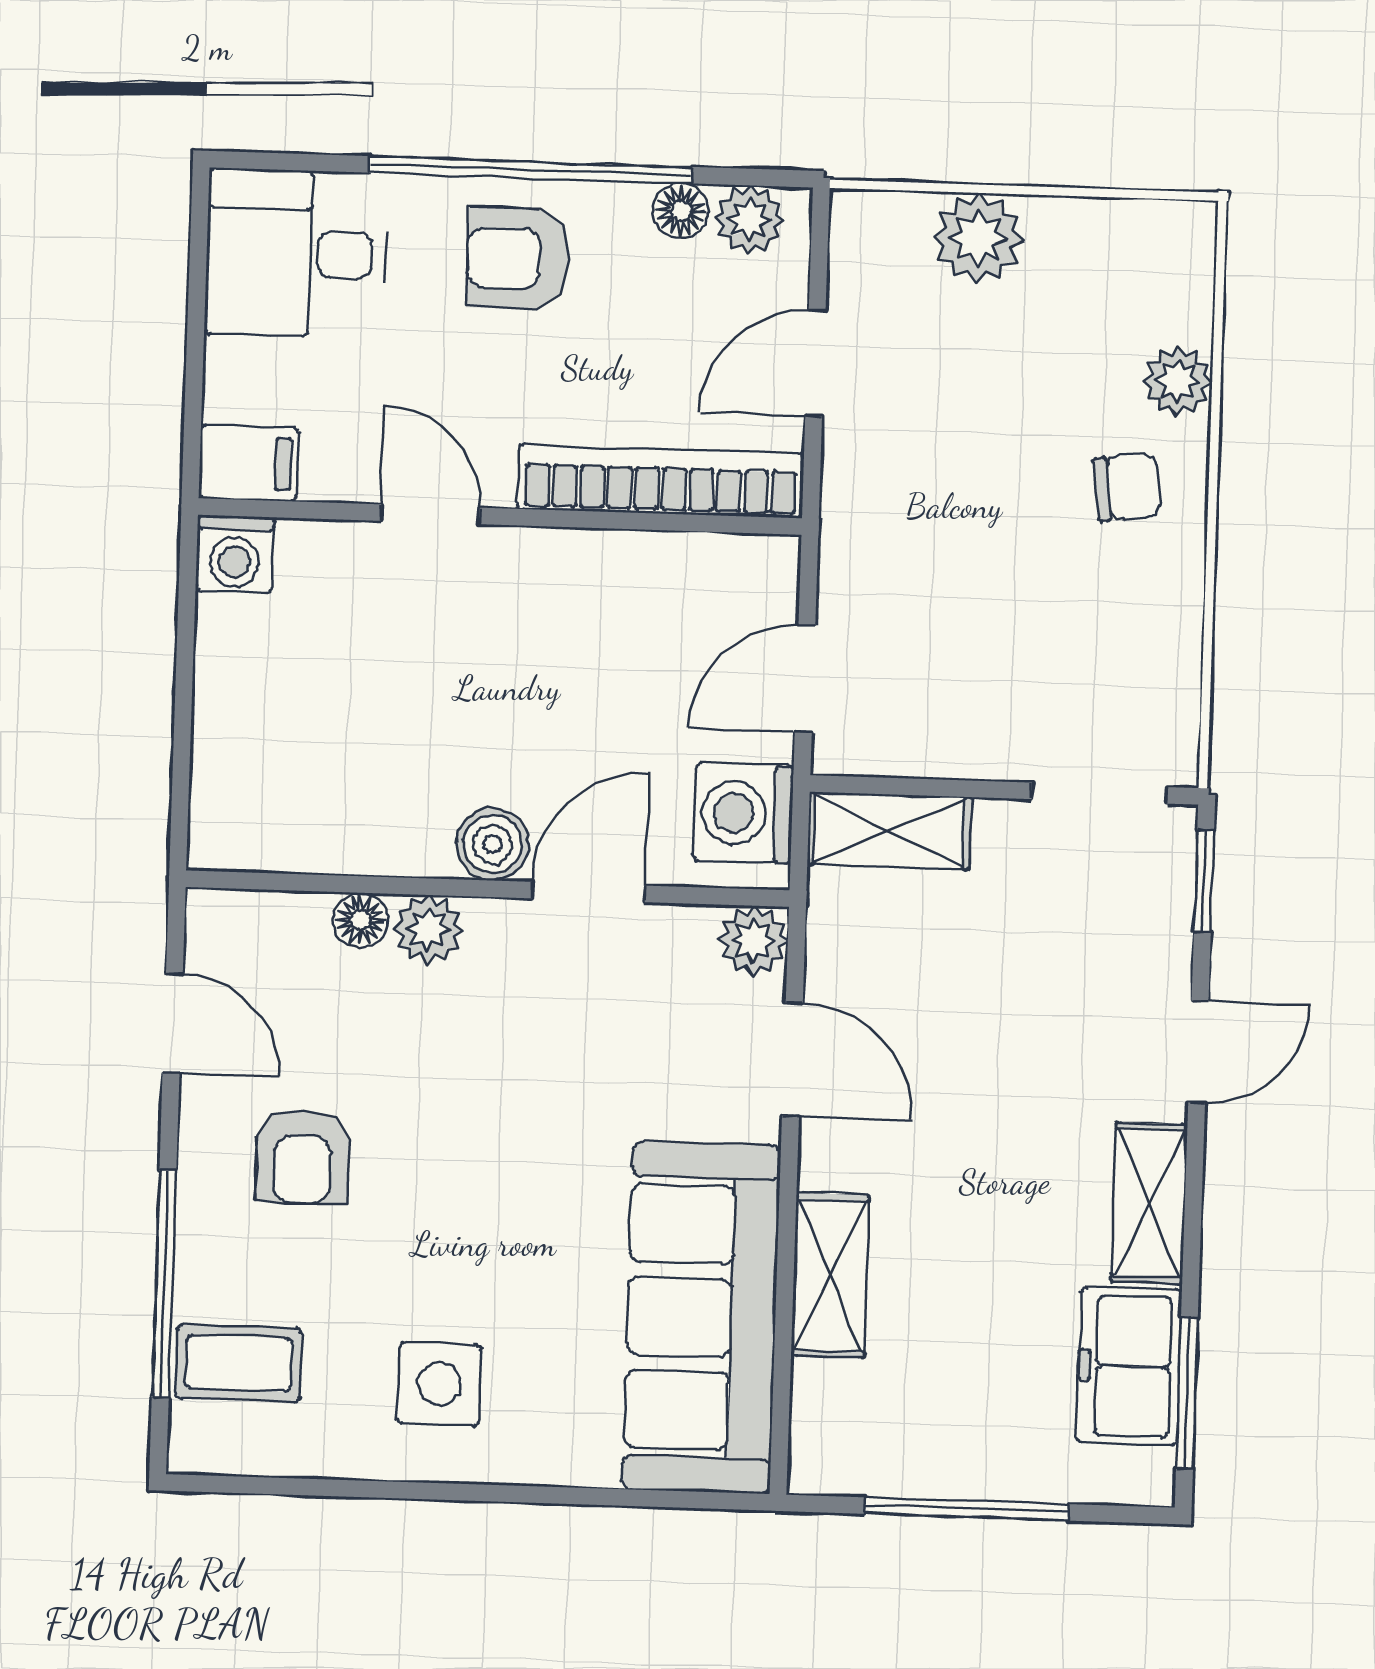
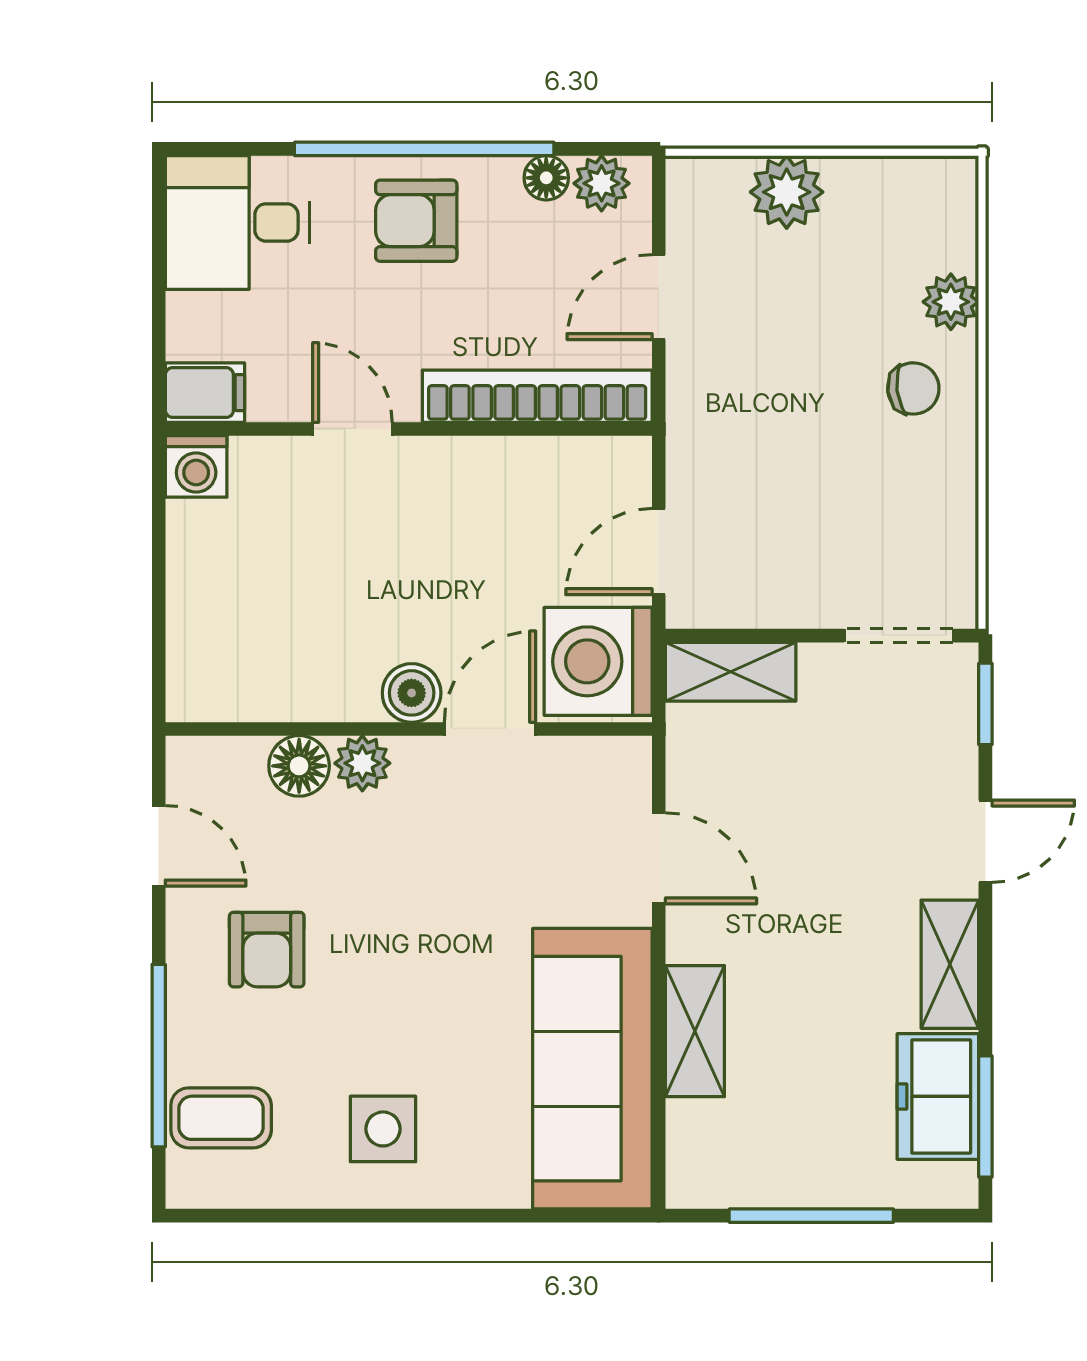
washing machine: (743, 813) -> (598, 661), width x1.37, depth x1.37
floor lamp: (361, 920) -> (299, 766), width x1.37, depth x1.37
plant: (753, 940) -> (624, 764), removed

